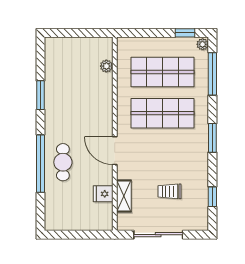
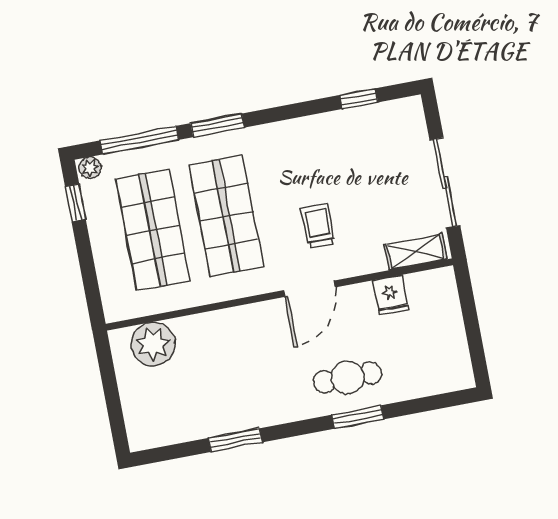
plant: (106, 66) -> (153, 344), width x1.88, depth x1.88
window: (212, 138) -> (217, 125), moved
window: (40, 164) -> (358, 417), width x0.47
trolley: (170, 191) -> (318, 226), moved, turned 180
shelving: (124, 196) -> (416, 252), moved

